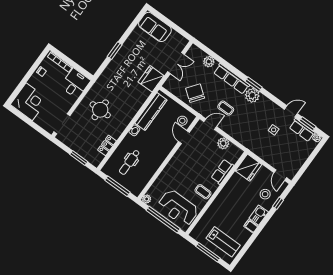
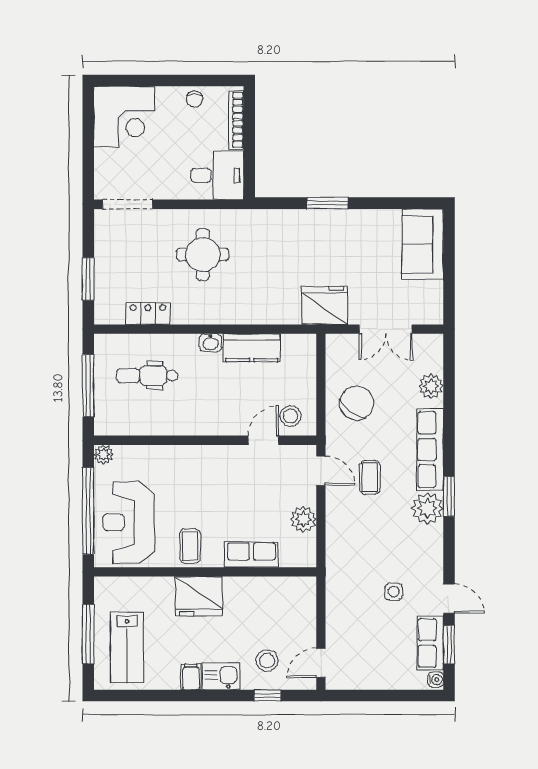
kitchen counter: (151, 112) -> (252, 348), width x0.67
fridge: (249, 168) -> (199, 596), moved

